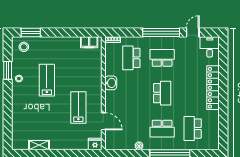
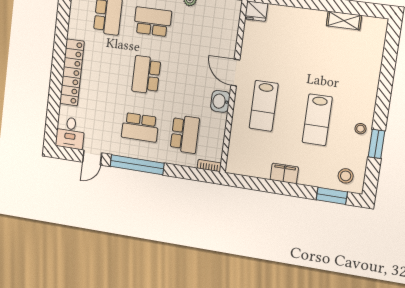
filing cabinet: (89, 42) -> (284, 173), moved
lab bench: (78, 107) -> (264, 106), moved
door: (103, 121) -> (235, 73), moved

